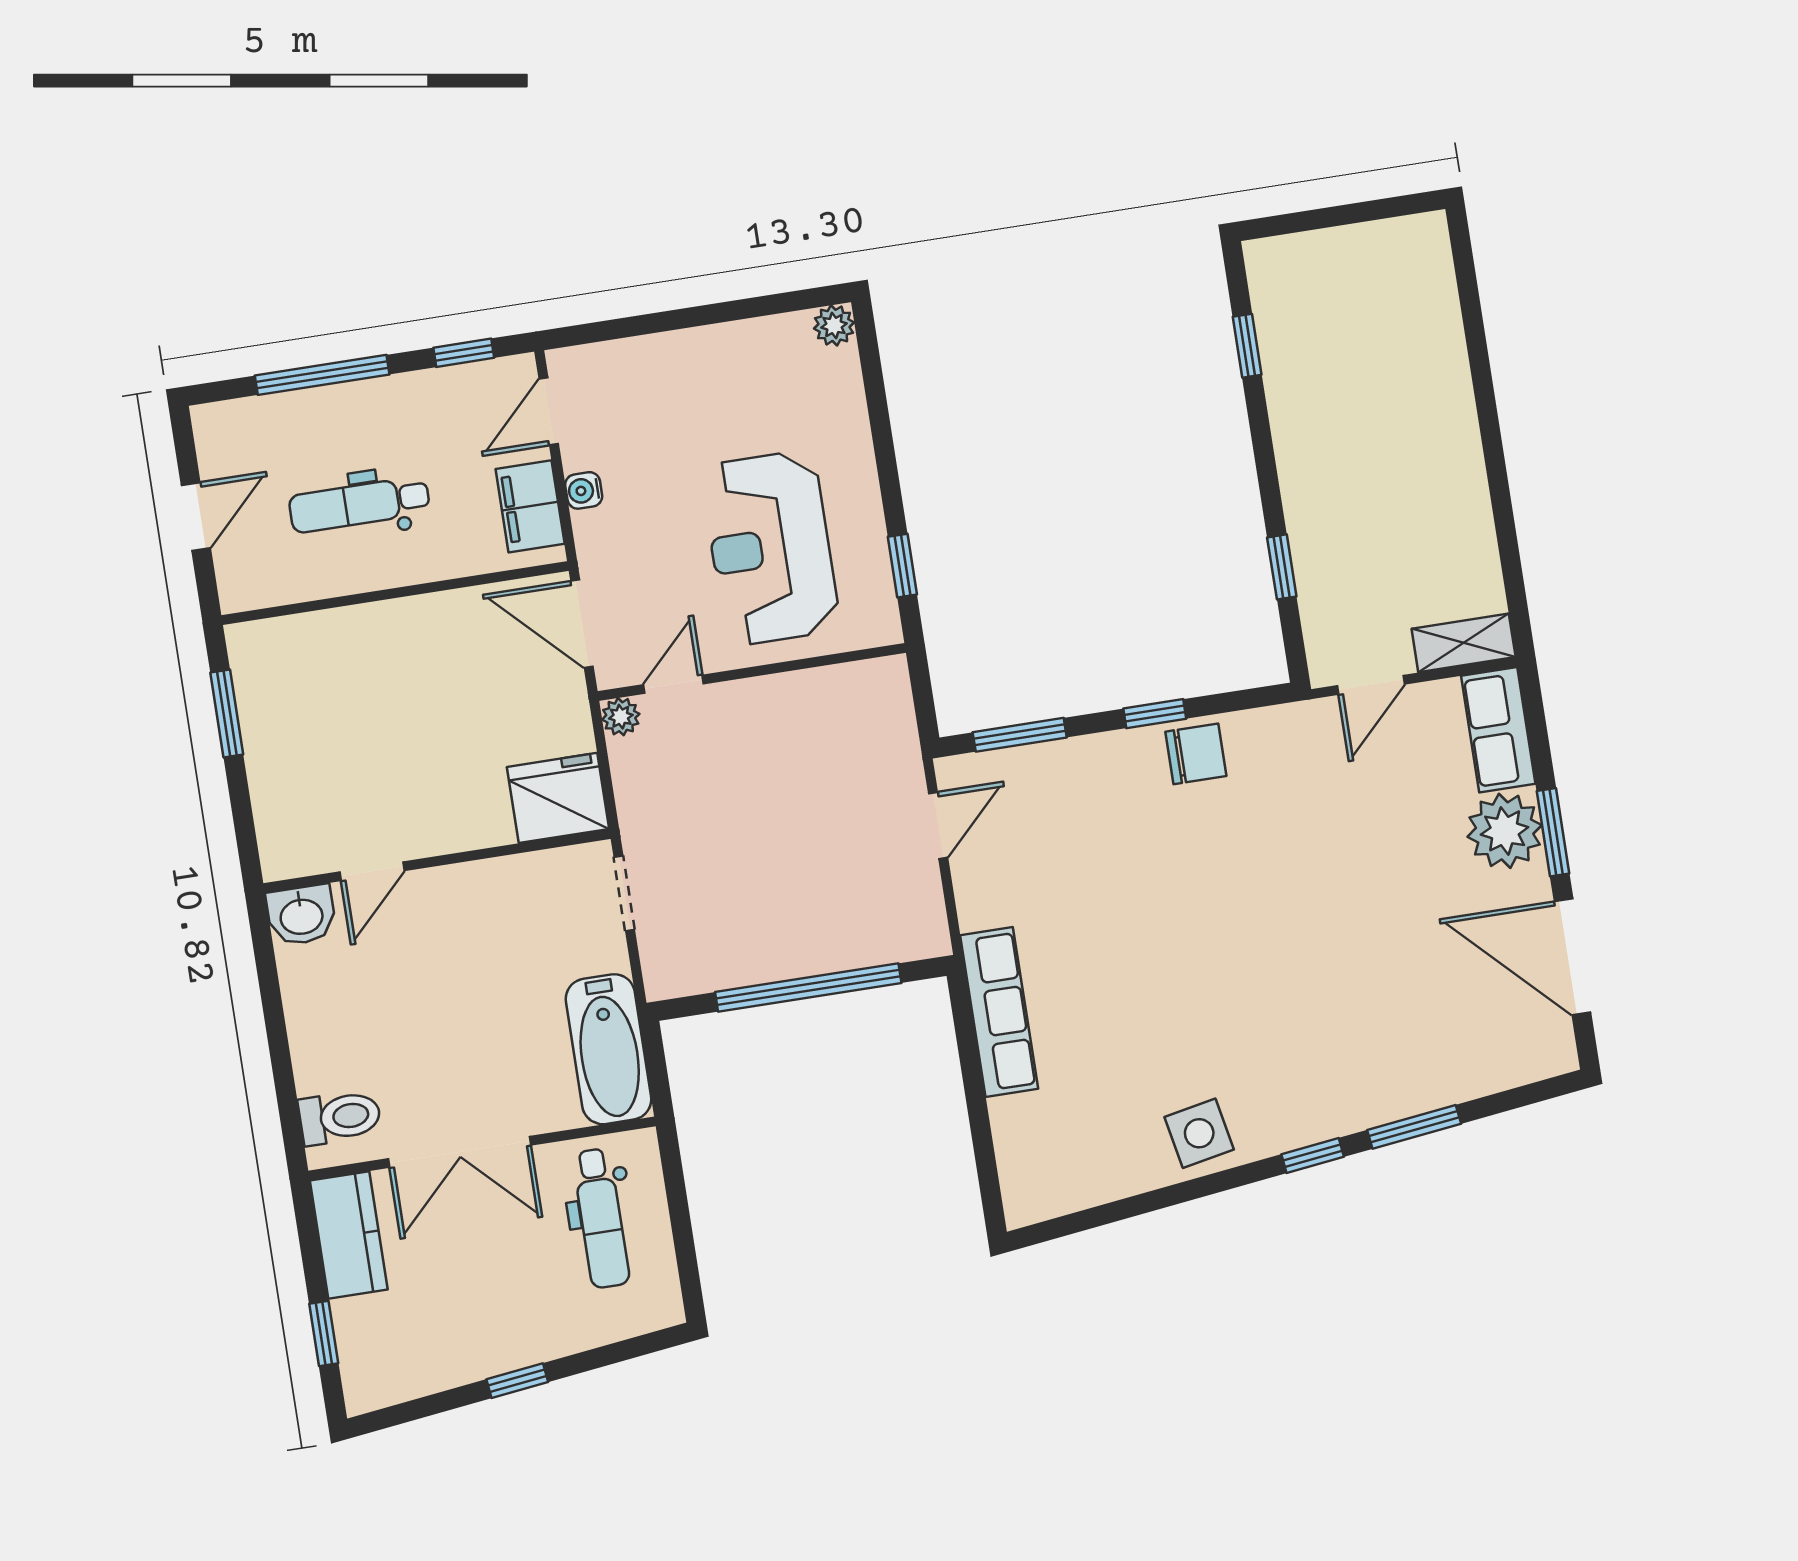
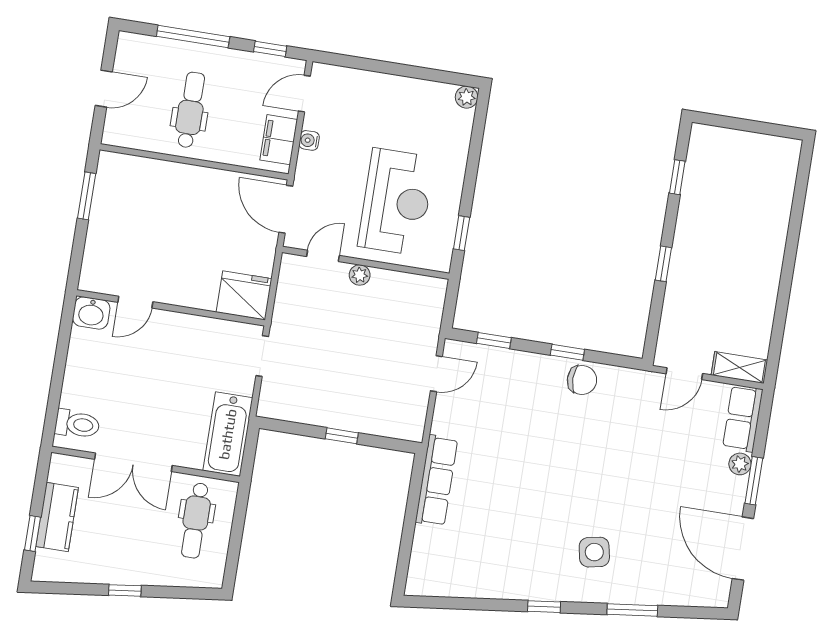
dental chair: (359, 504) -> (191, 110), turned 90
reception desk: (770, 548) -> (396, 202), turned 180
window: (1282, 567) -> (663, 264), moved
plant: (621, 717) -> (360, 275), moved
window: (1020, 735) -> (494, 340), width x0.67
plant: (1505, 831) -> (740, 464), width x0.53, depth x0.53
window: (808, 988) -> (342, 436), width x0.32
side table: (1199, 1133) -> (594, 552), moved
window: (1313, 1156) -> (544, 607), moved
kitchen counter: (349, 1235) -> (57, 517), moved

